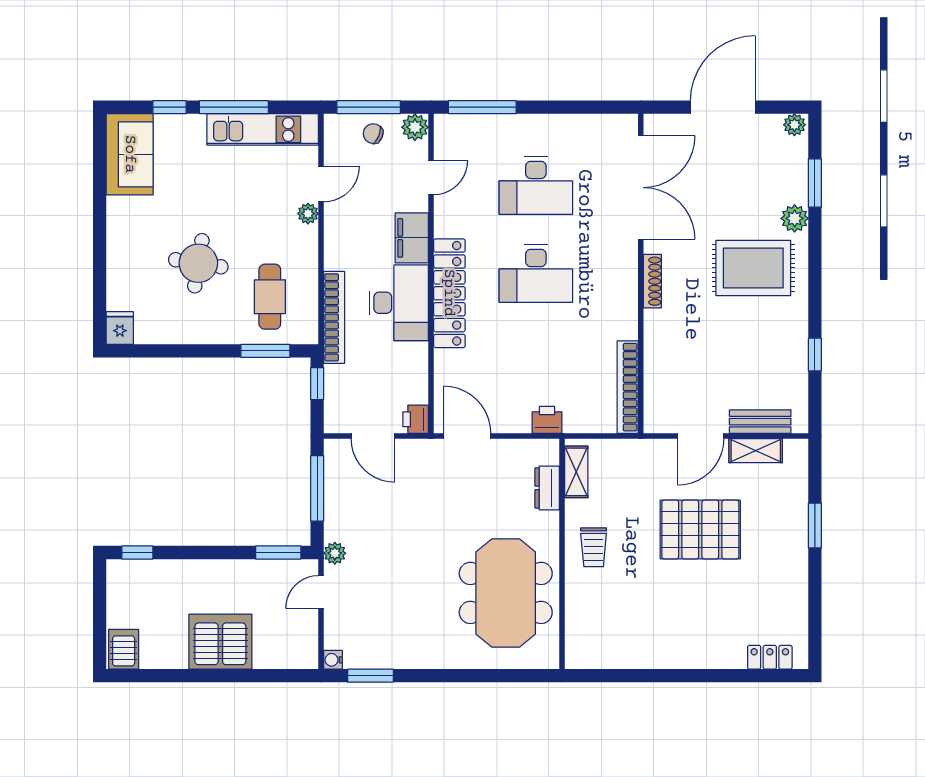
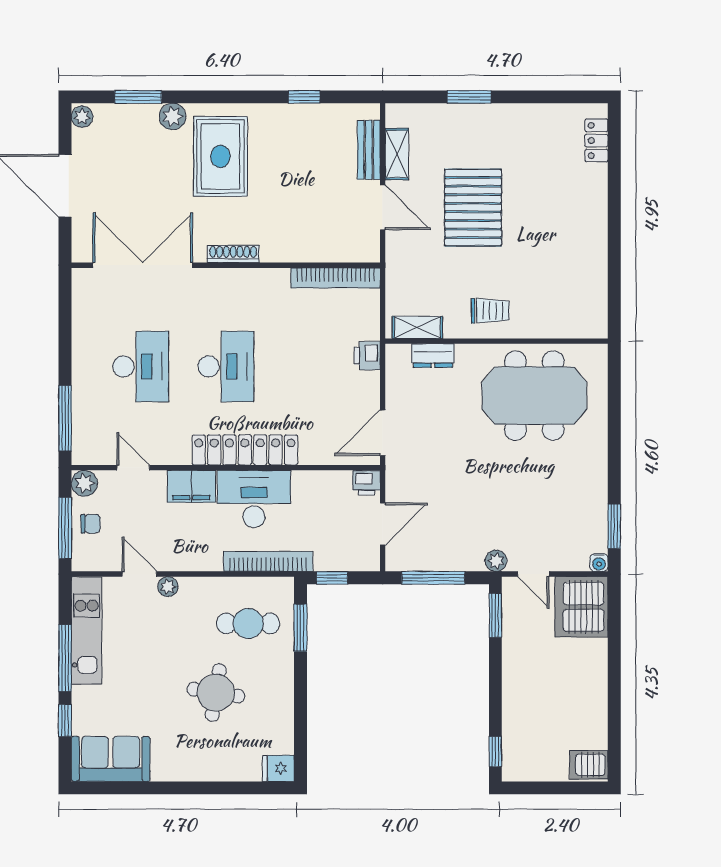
chair: (373, 134) -> (91, 524), turned -112
server rack: (220, 642) -> (581, 607), moved

